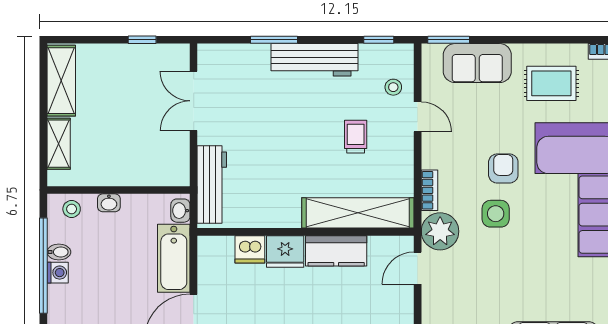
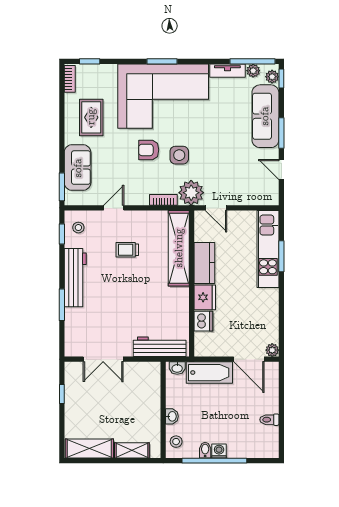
stool: (393, 87) -> (78, 228), moved

